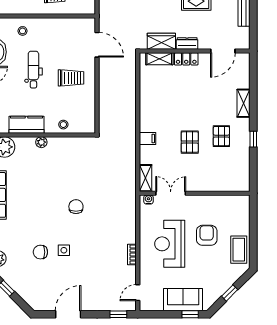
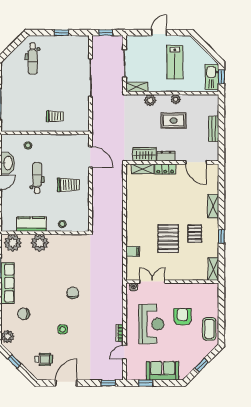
door: (223, 51) -> (196, 162), hinge flipped
filing cabinet: (147, 138) -> (133, 251), moved
plant: (41, 142) -> (40, 243), width x1.88, depth x1.88
pallet: (190, 142) -> (168, 239), width x1.50, depth x1.42
shelving: (145, 178) -> (213, 269), moved
reception desk: (170, 244) -> (151, 324), turned 180
chair: (40, 252) -> (24, 314), moved
wheelchair: (41, 286) -> (44, 359), added
door: (138, 293) -> (125, 352), moved
window: (190, 314) -> (146, 383), moved

